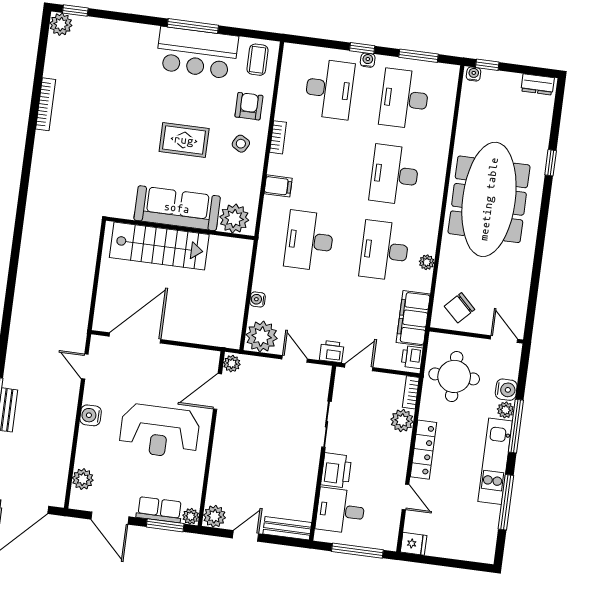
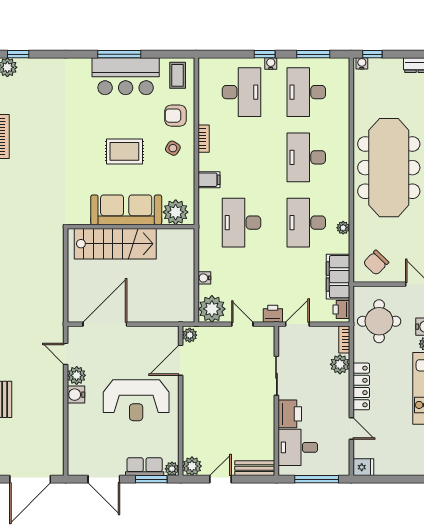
armchair: (249, 106) -> (175, 116), turned -90
plant: (83, 479) -> (77, 375), moved

